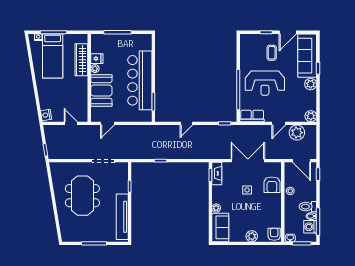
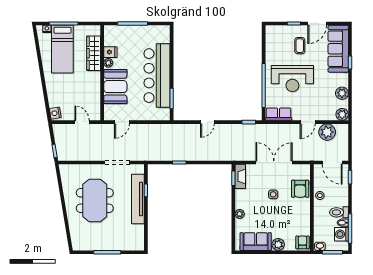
plant: (311, 84) -> (342, 93), moved
tv unit: (122, 217) -> (138, 199), moved
sofa: (220, 227) -> (256, 242), moved, turned -90

